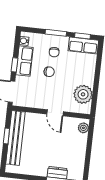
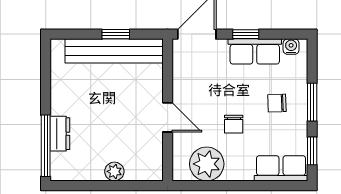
row of seats: (83, 46) -> (281, 168), moved, turned 90
chair: (49, 72) -> (234, 124), moved
door: (55, 113) -> (168, 117), swing flipped
plant: (83, 128) -> (114, 171), moved

